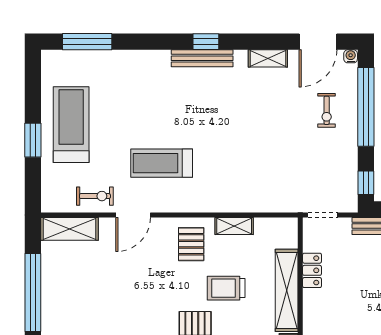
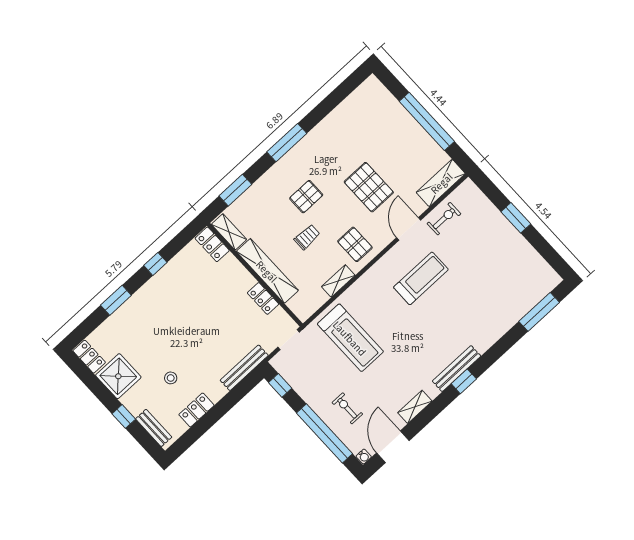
treadmill: (71, 125) -> (350, 338), moved
exercise bike: (95, 196) -> (444, 219), turned 180
pallet: (134, 282) -> (369, 187), added
trolley: (226, 288) -> (307, 237), width x0.73, depth x0.72

